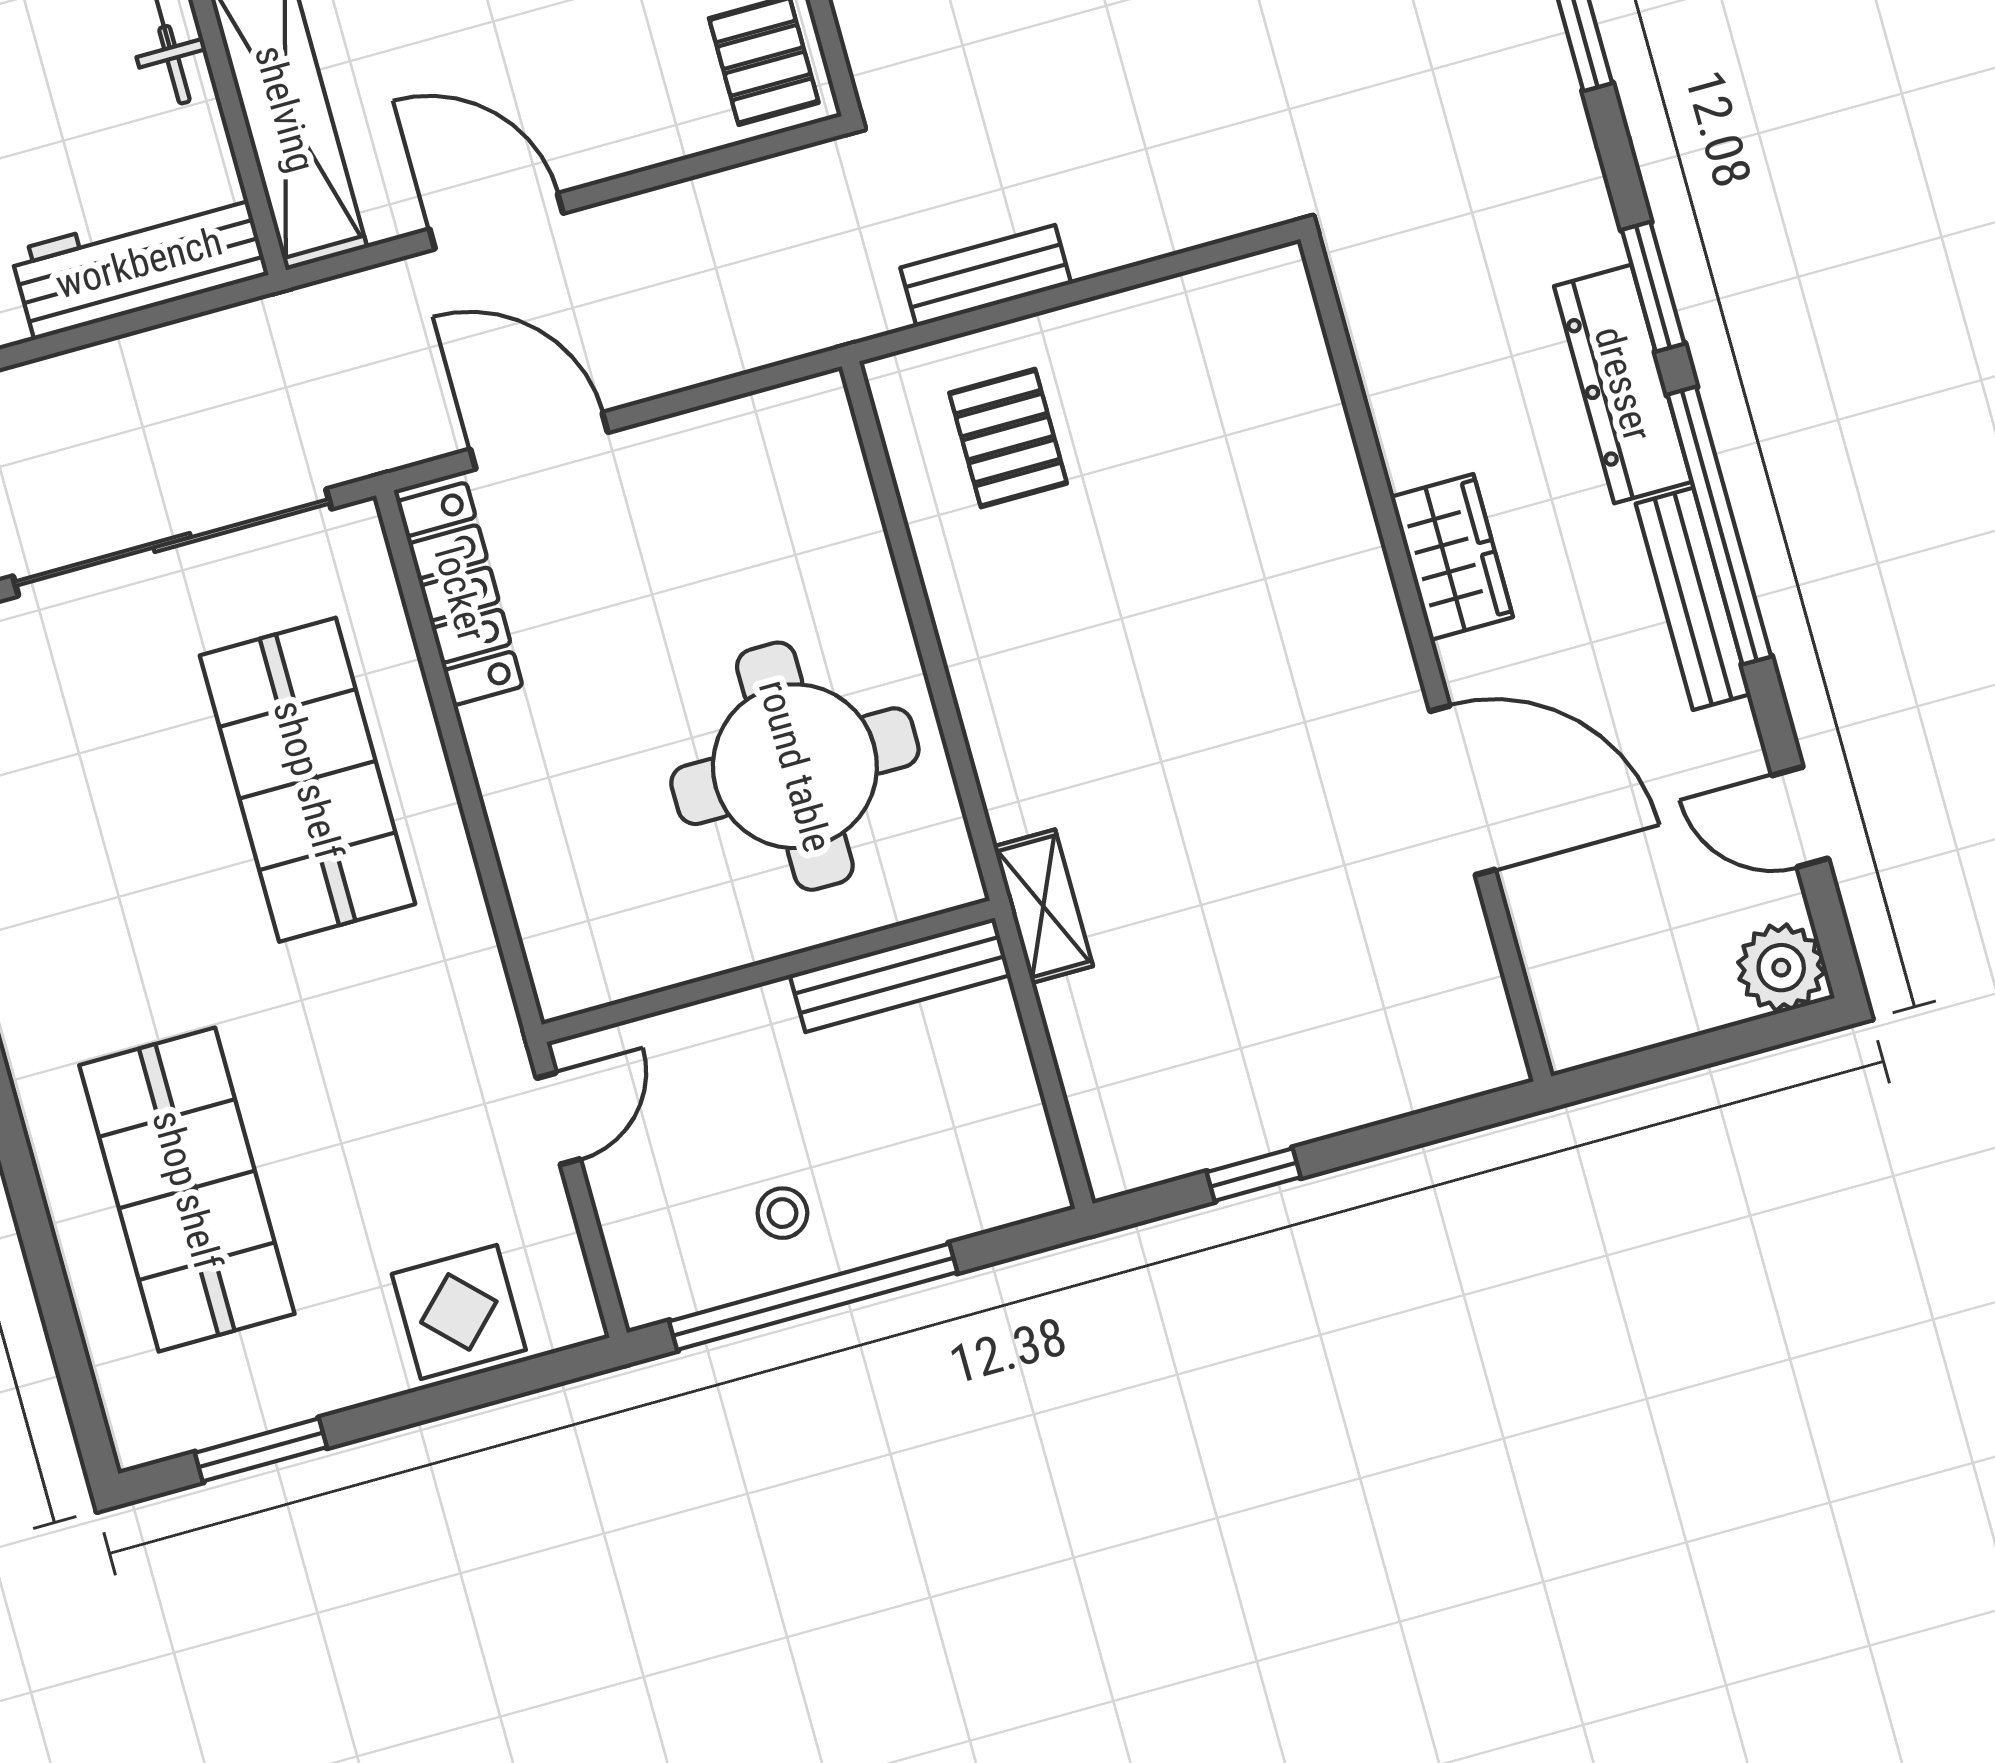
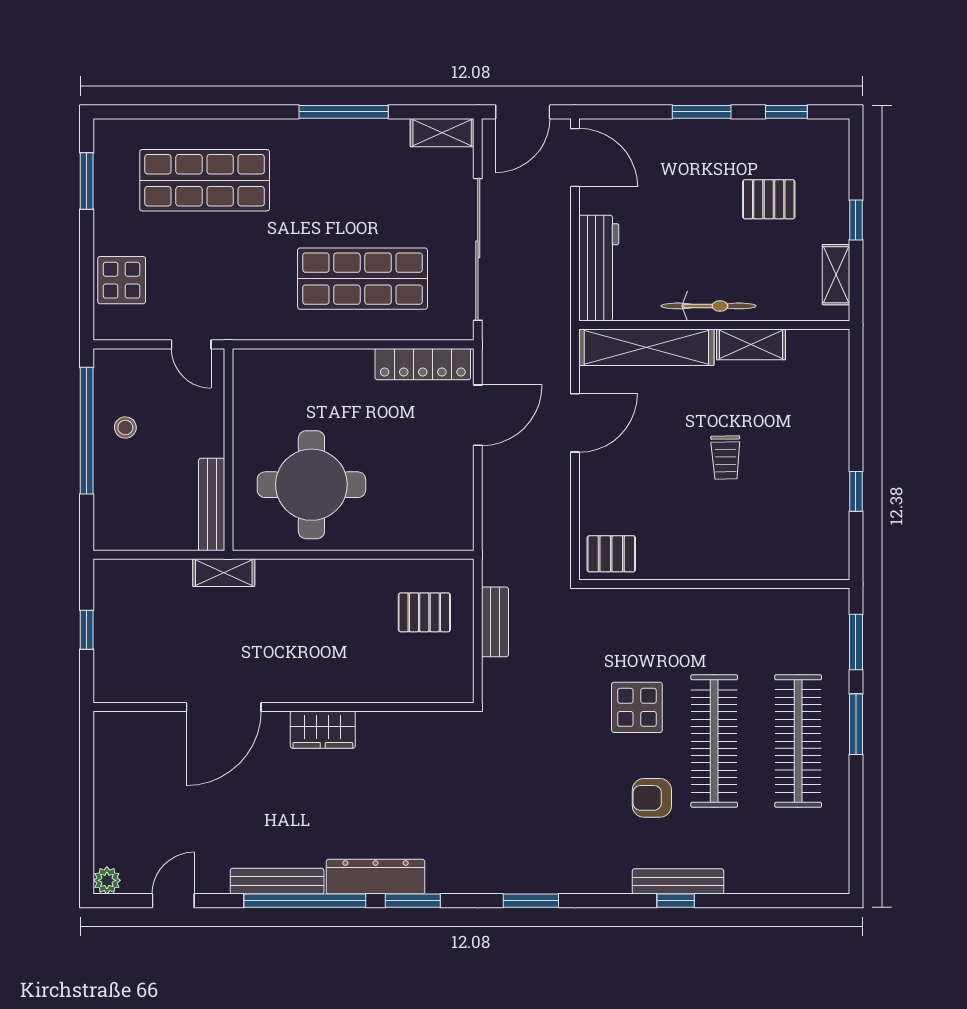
wardrobe: (1452, 557) -> (323, 730), moved
wall: (1426, 658) -> (284, 707), moved
door: (1463, 790) -> (224, 707), moved
plant: (1781, 968) -> (107, 880), width x0.73, depth x0.73

